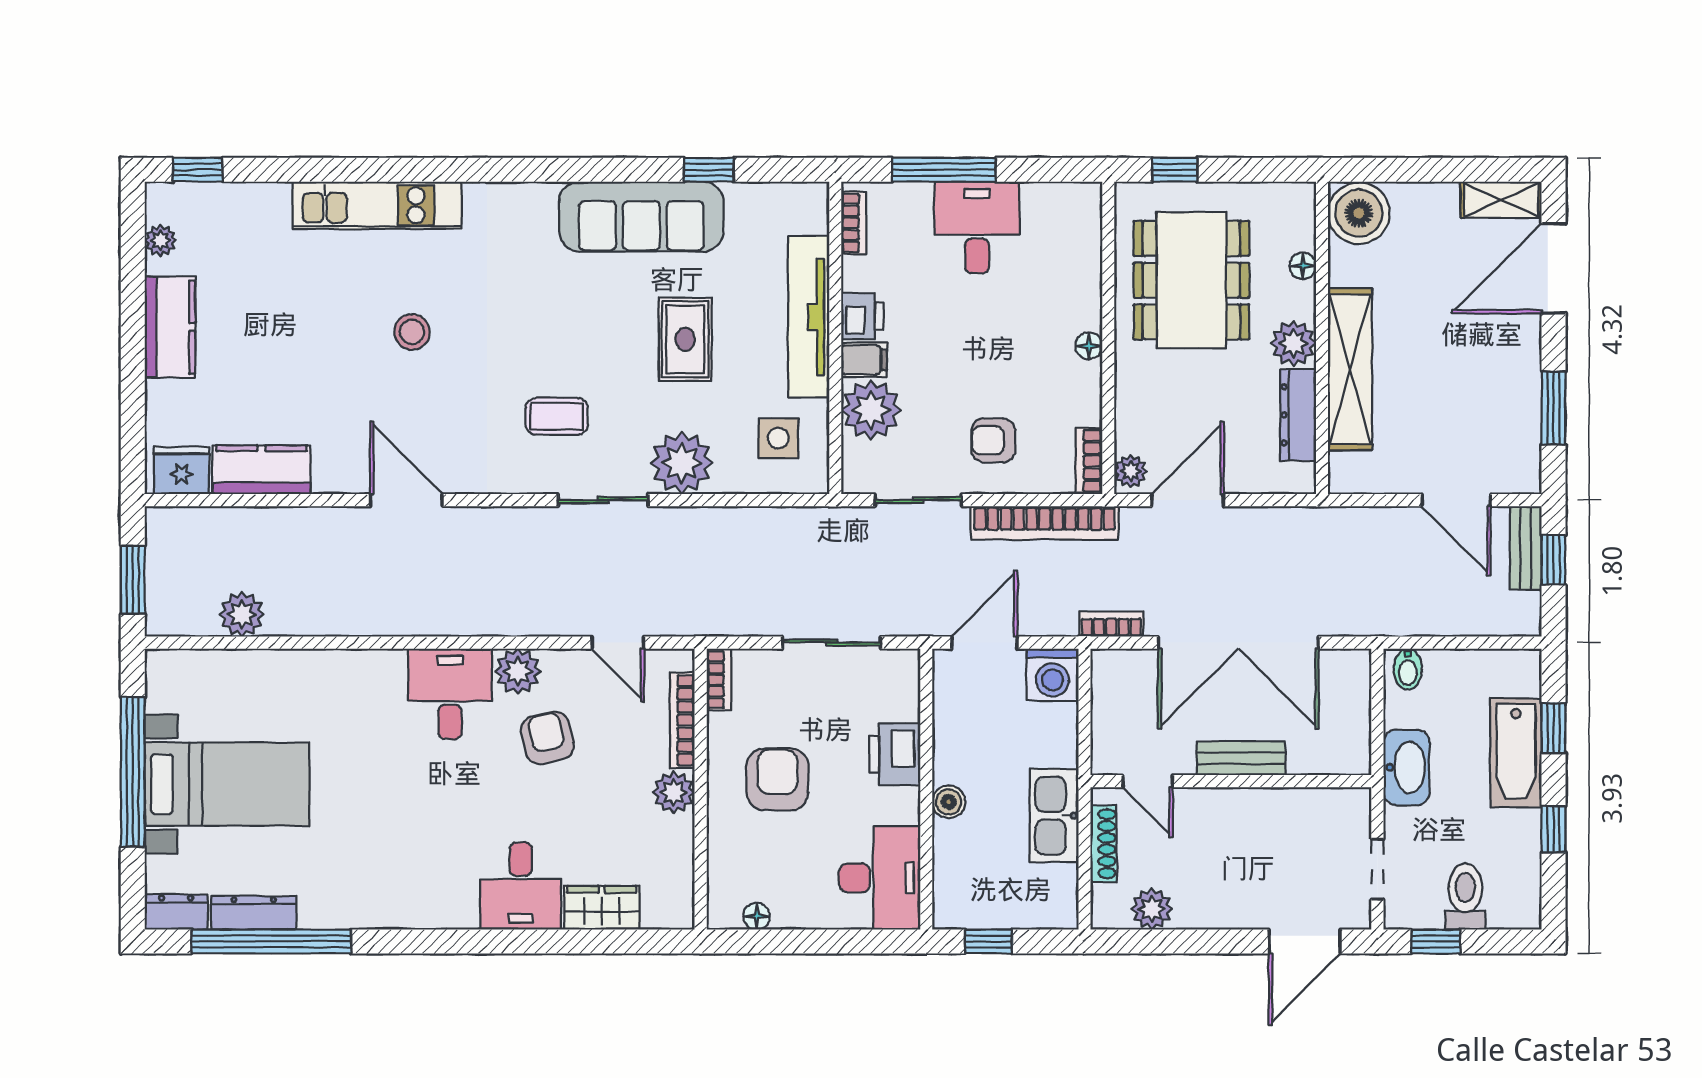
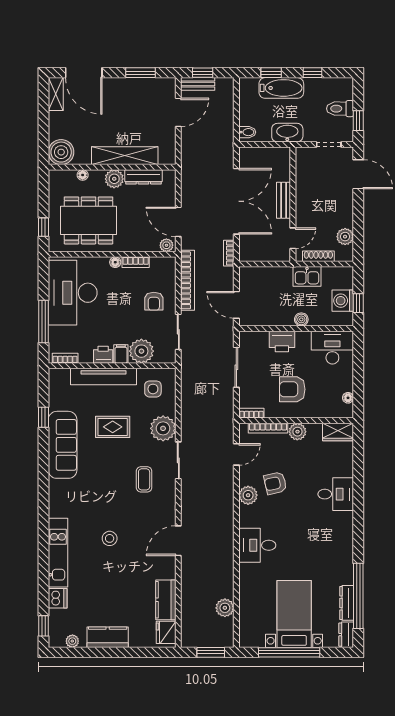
dishwasher: (265, 204) -> (58, 598), added
desk: (977, 227) -> (73, 293), width x1.87, depth x1.30
bookcase: (1089, 461) -> (136, 262), moved
washing machine: (1052, 675) -> (343, 301), moved, turned 180
desk: (450, 694) -> (257, 545), moved
kitchen sink: (1054, 816) -> (307, 276), width x0.73
wardrobe: (602, 908) -> (338, 432), moved, turned -90

